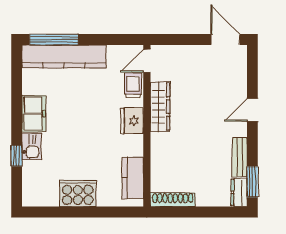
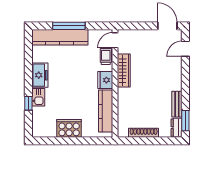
window: (54, 39) -> (69, 26), moved
door: (252, 110) -> (185, 49), moved
kitchen counter: (133, 178) -> (106, 111), width x1.50
shoe rack: (173, 200) -> (144, 133), moved

